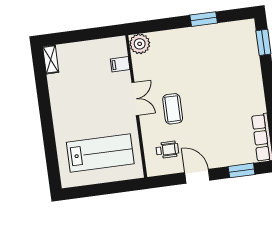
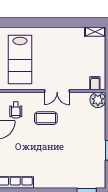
filing cabinet: (120, 64) -> (95, 83), moved

